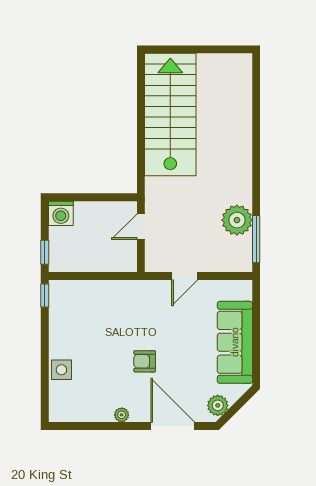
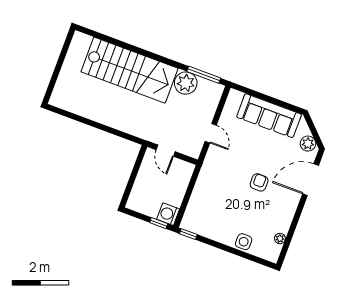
stairs: (170, 115) -> (129, 70), moved, turned 180
washing machine: (61, 213) -> (168, 214), moved, turned 180
armchair: (145, 361) -> (259, 182), turned 180
plant: (122, 415) -> (280, 239), moved

